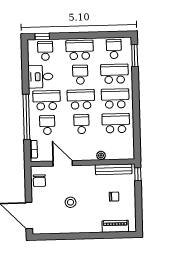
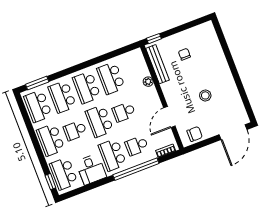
school desk: (114, 49) -> (38, 106), width x1.85
school desk: (45, 51) -> (64, 174), width x1.85
piano: (115, 226) -> (213, 43), removed

